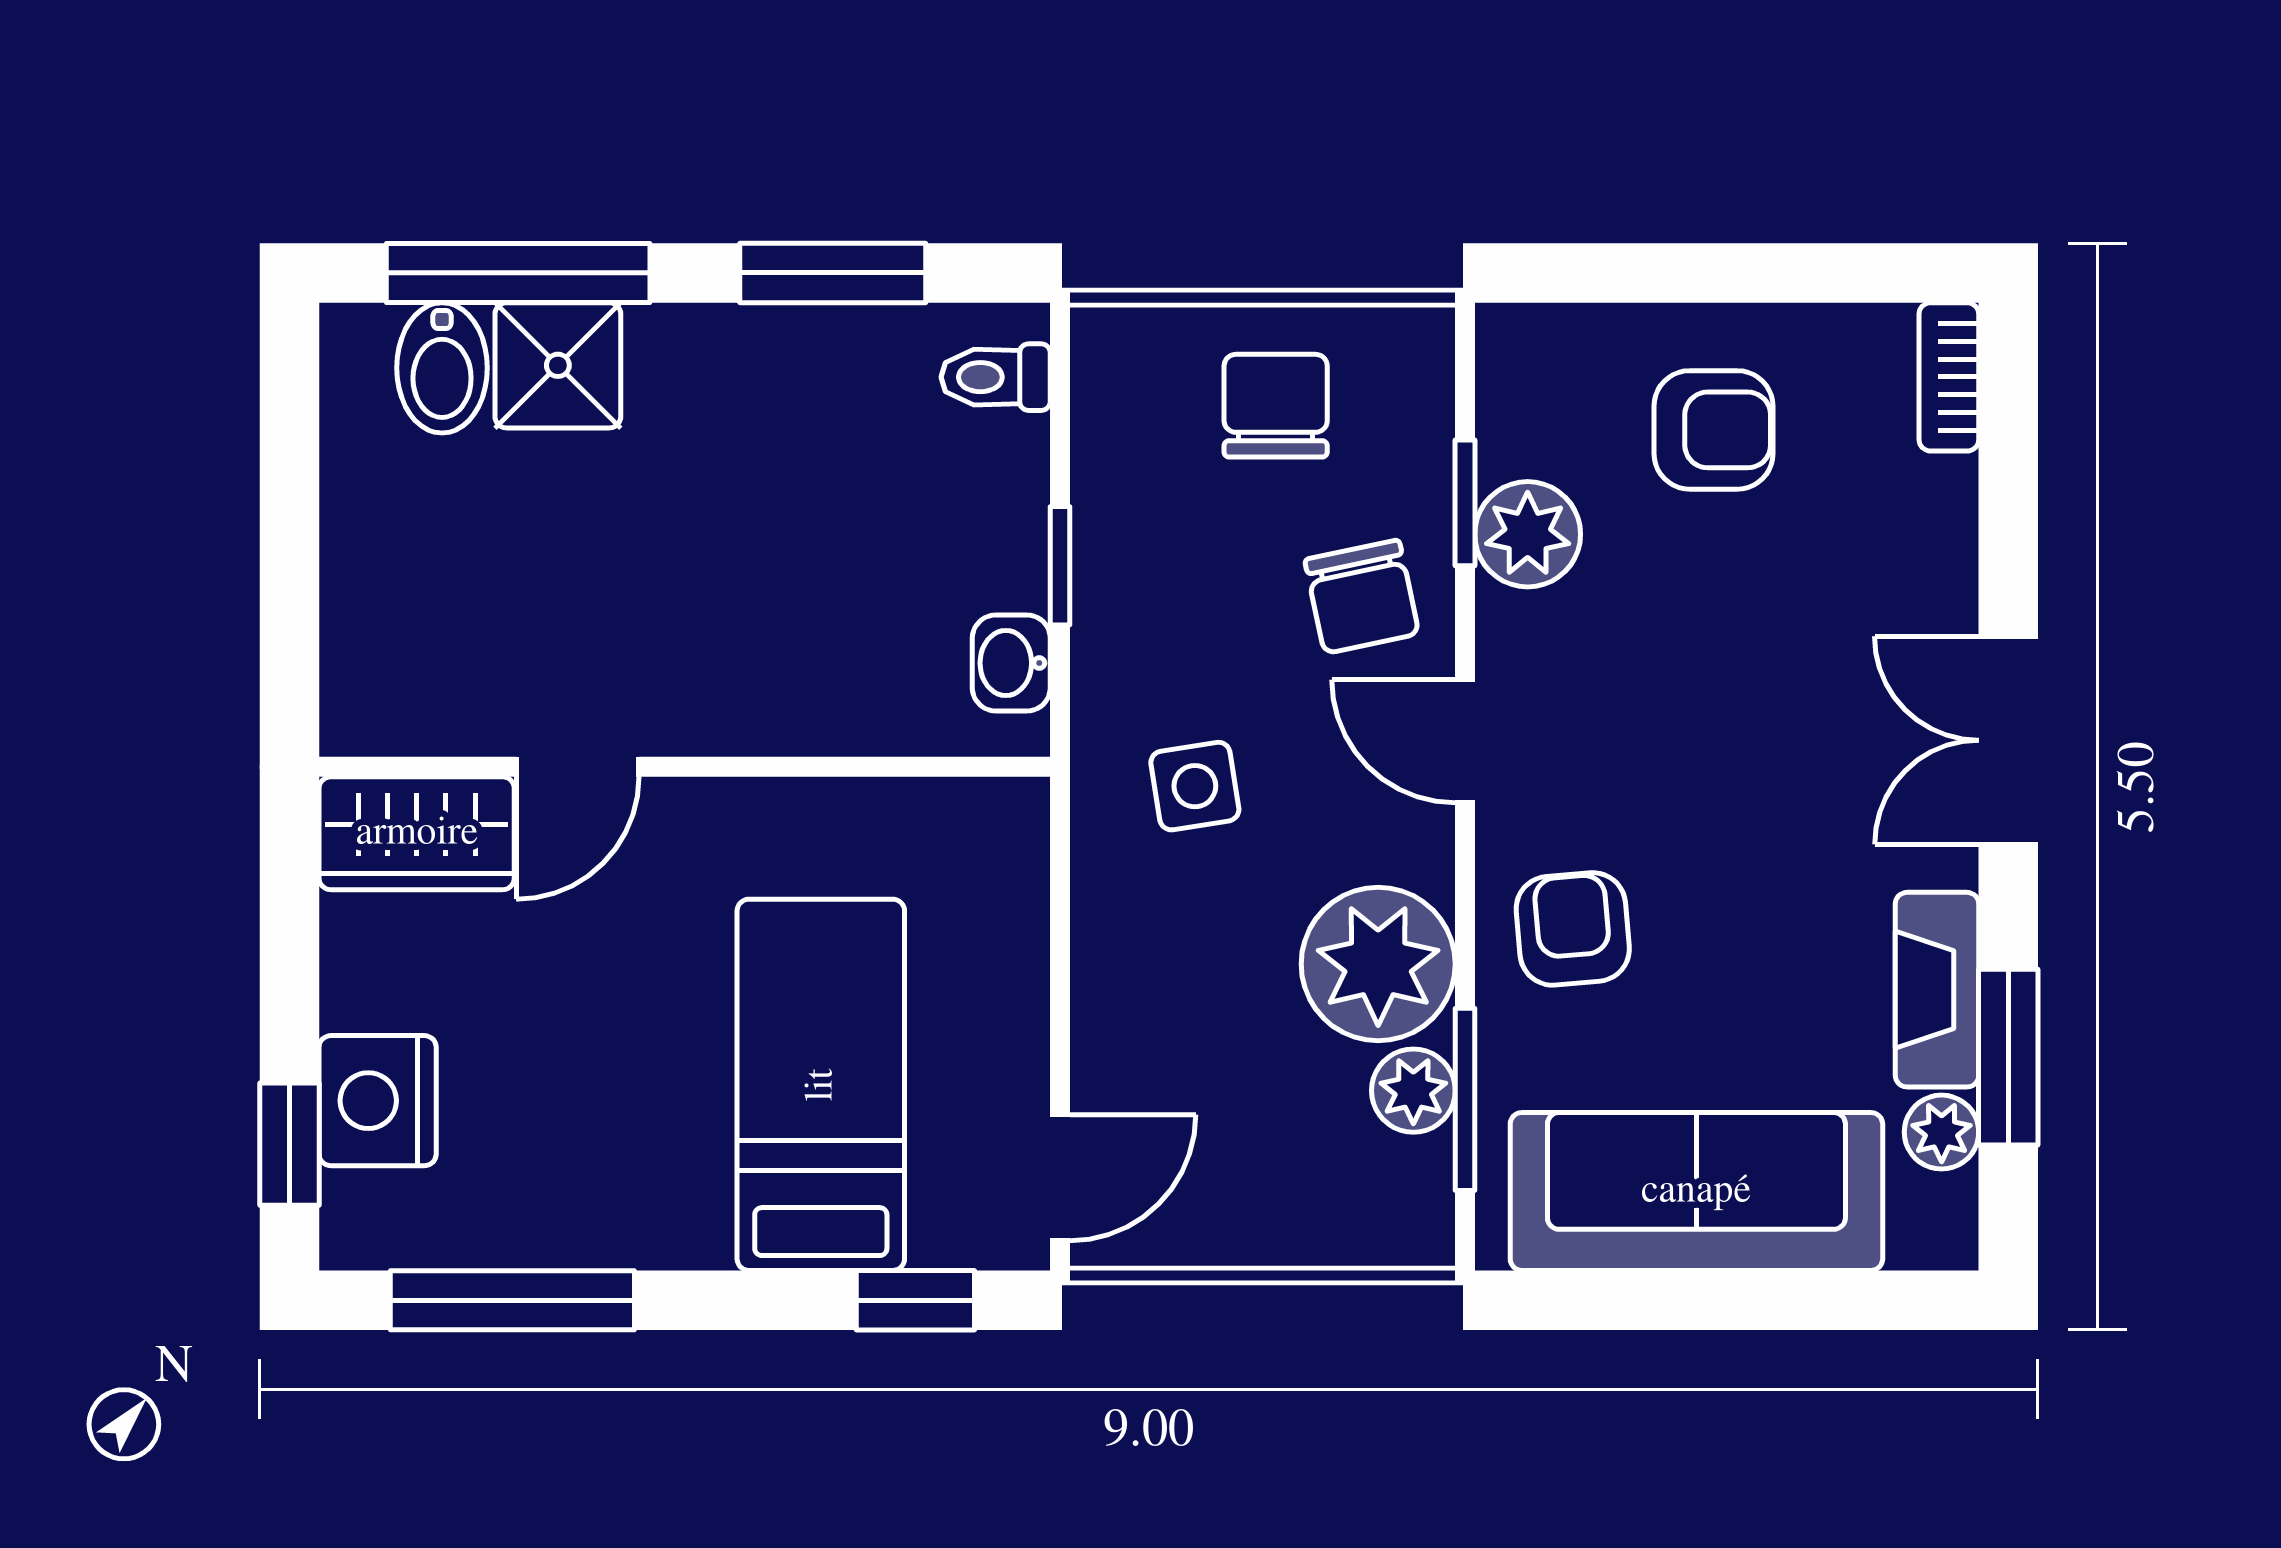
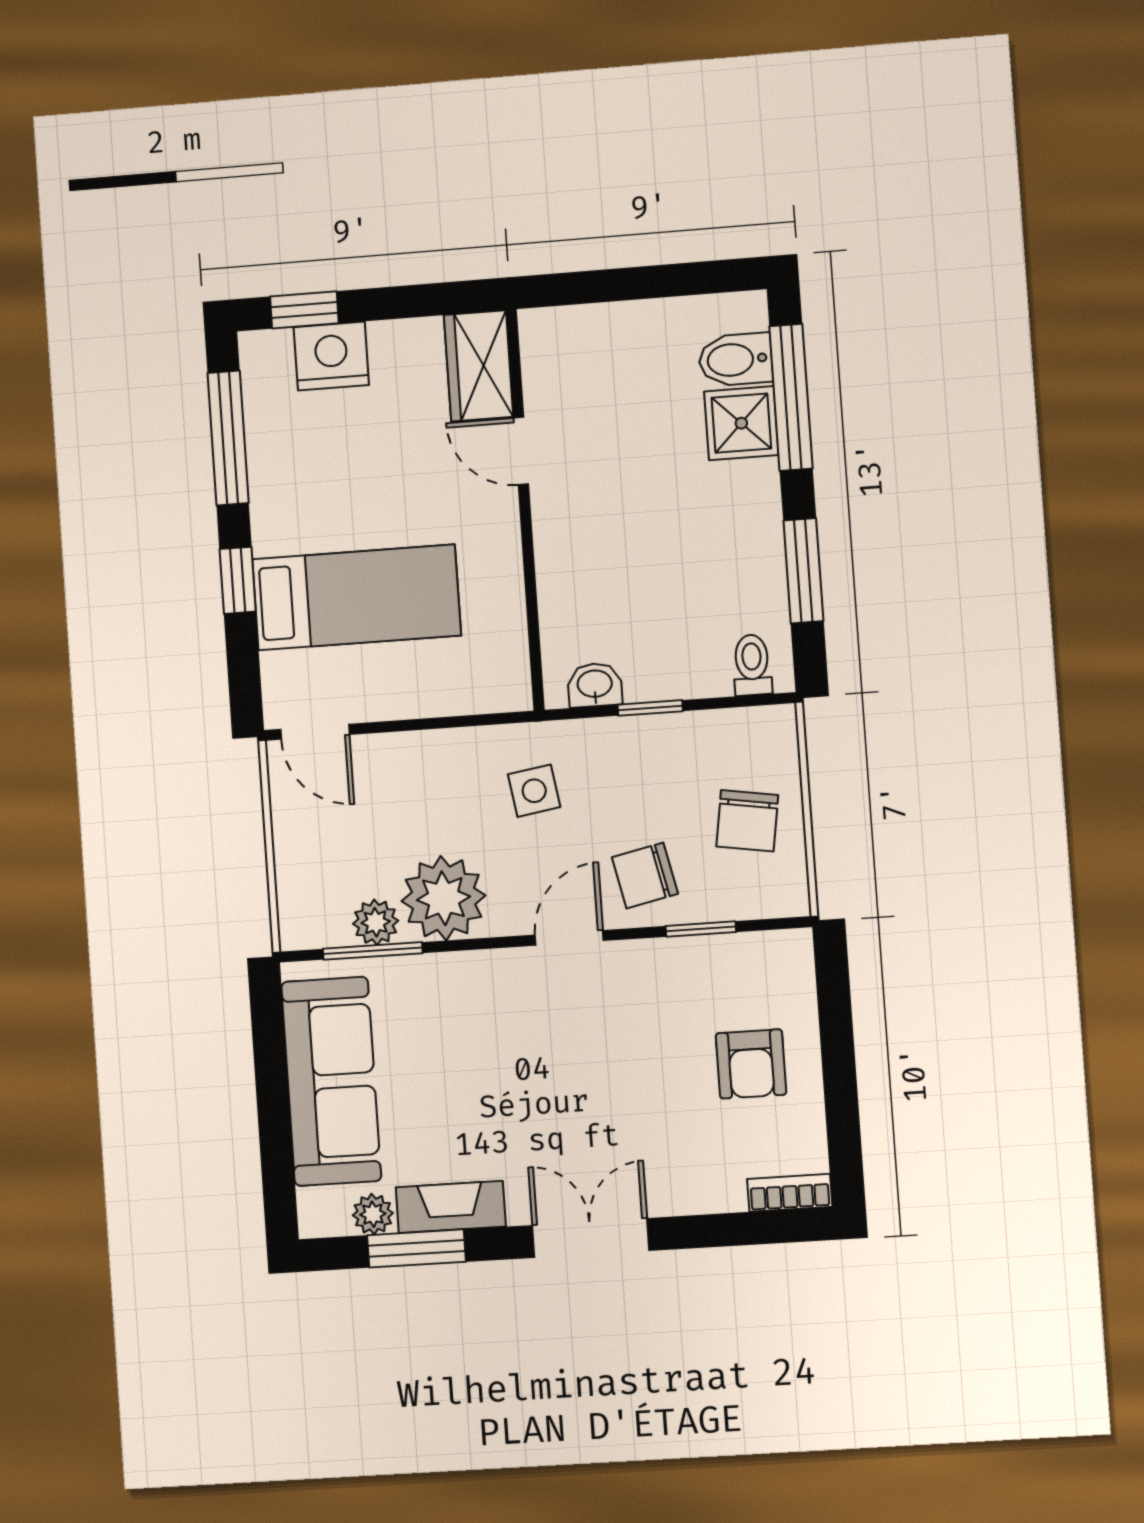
chair: (1276, 406) -> (747, 821), turned 99
plant: (1528, 534) -> (686, 965), removed
armchair: (1573, 929) -> (470, 1004), removed
window: (915, 1300) -> (238, 580), moved

